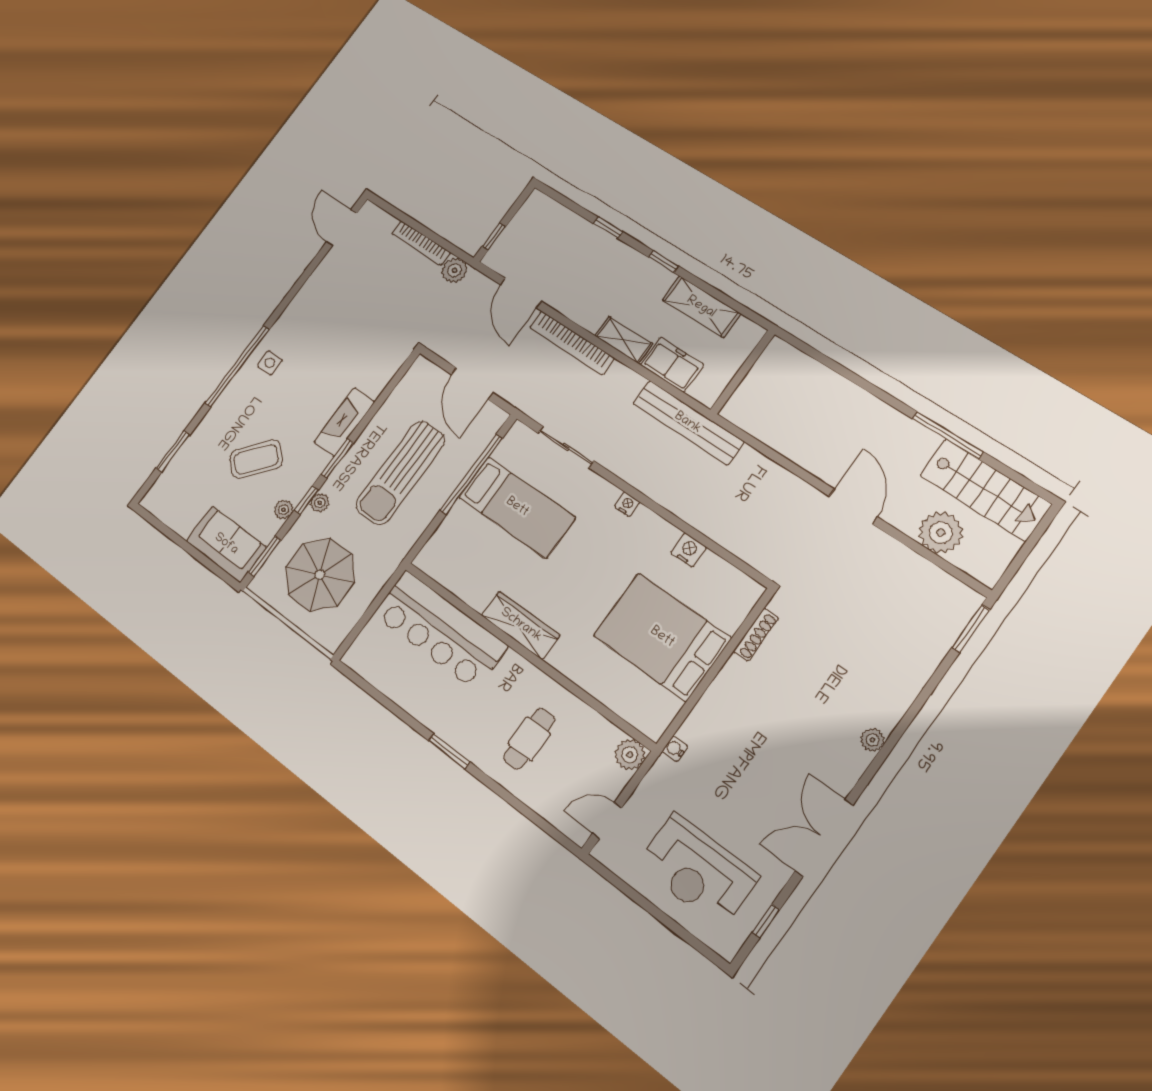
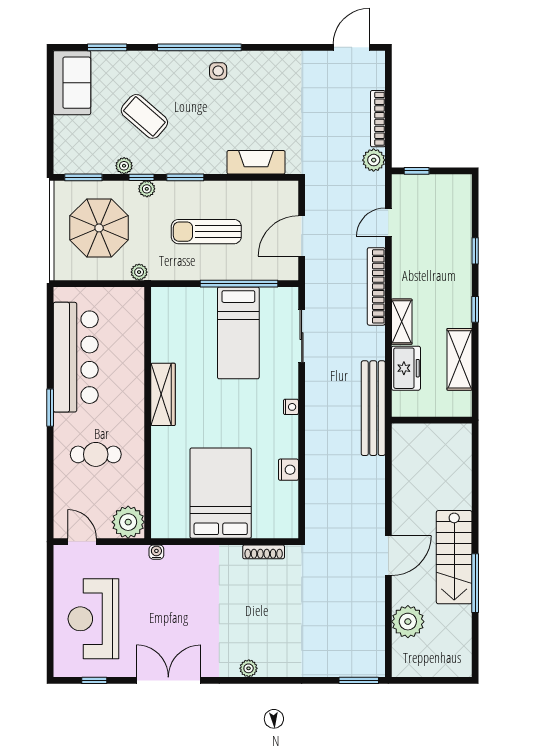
door: (521, 293) -> (388, 222), width x0.73
fireplace: (344, 422) -> (256, 162), moved
sun lounger: (400, 473) -> (206, 232), width x0.73, depth x0.75
stairs: (985, 490) -> (454, 557), moved
sofa: (226, 544) -> (72, 83), moved
plant: (388, 565) -> (139, 272), added
bar counter: (440, 630) -> (76, 357), moved, turned 180
plant: (630, 755) -> (128, 522), width x1.36, depth x1.36

